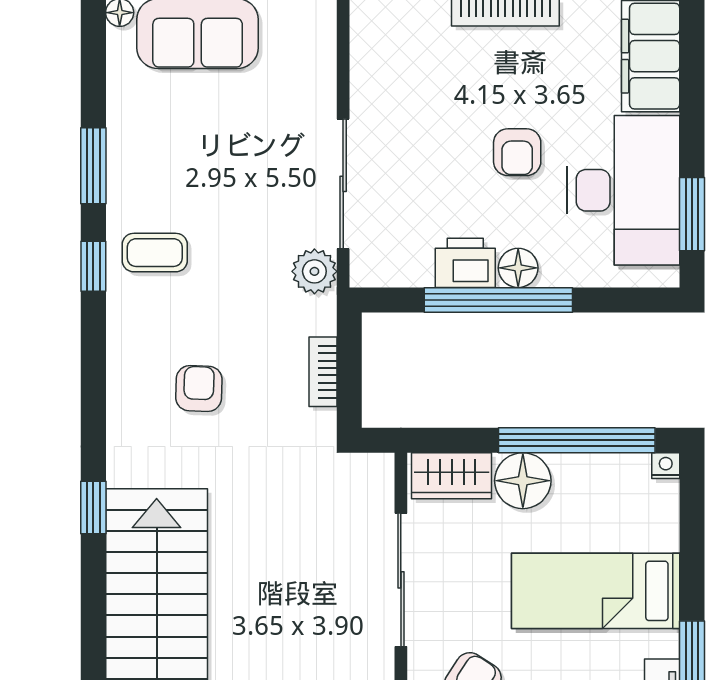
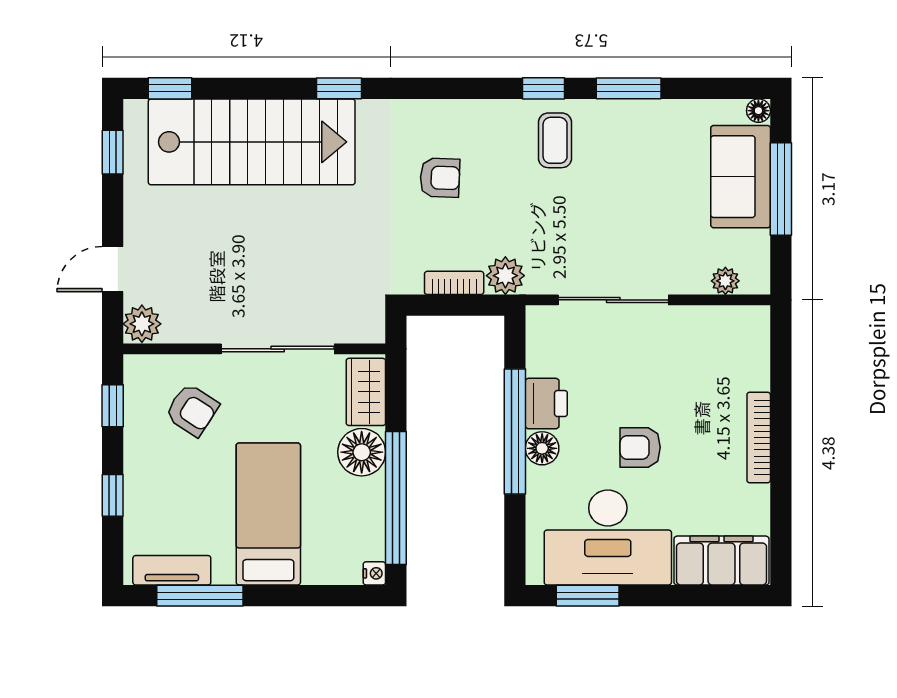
plant: (321, 52) -> (725, 281), added
plant: (314, 271) -> (505, 276), moved

